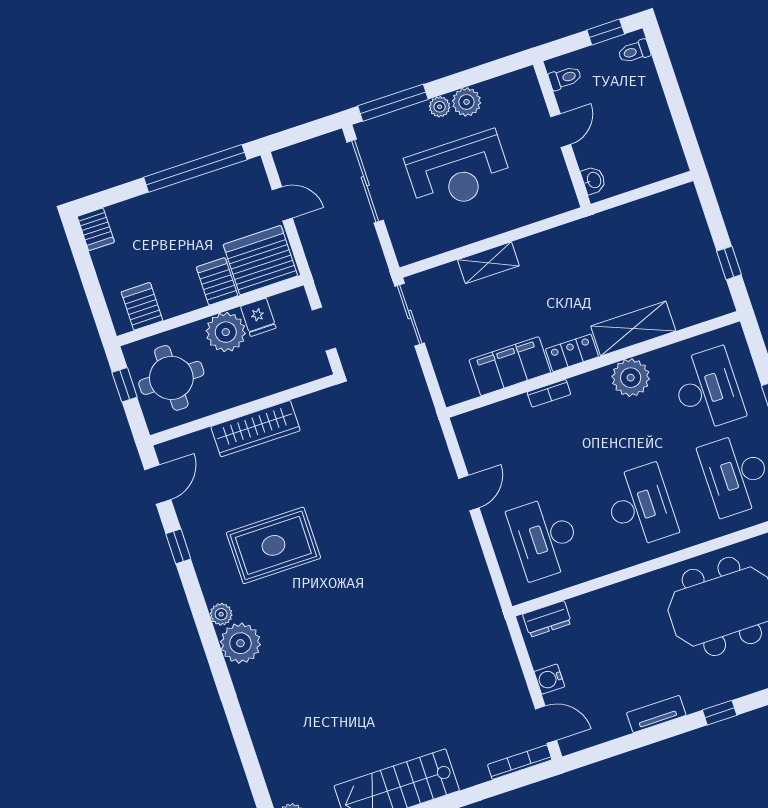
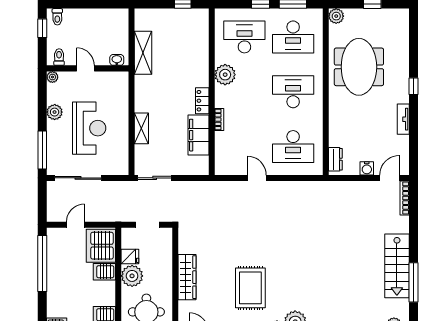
plant: (440, 107) -> (52, 77), moved
shelving: (633, 329) -> (143, 53), moved

